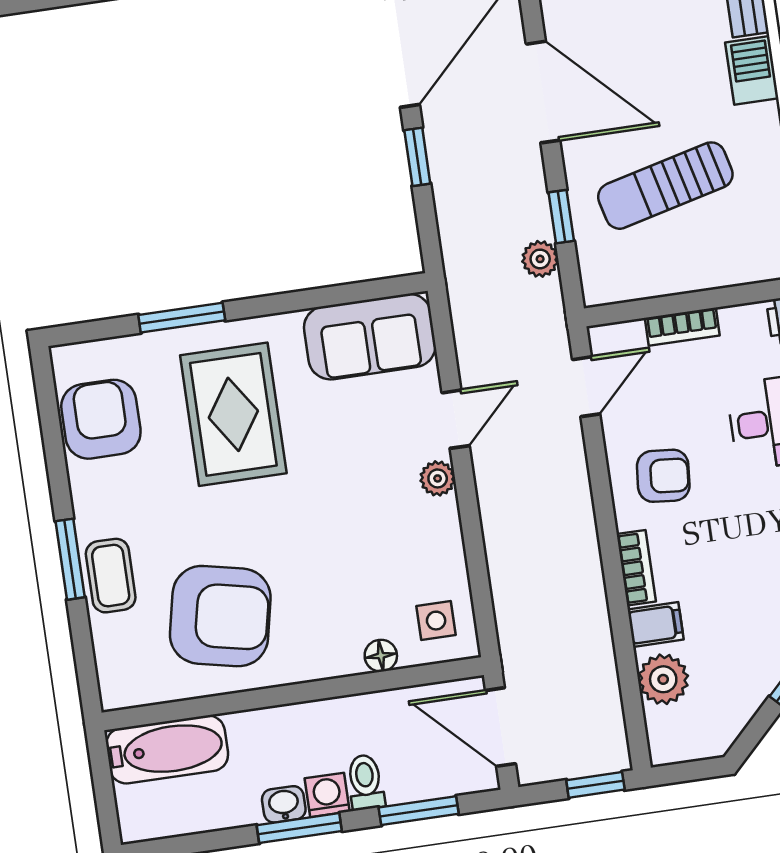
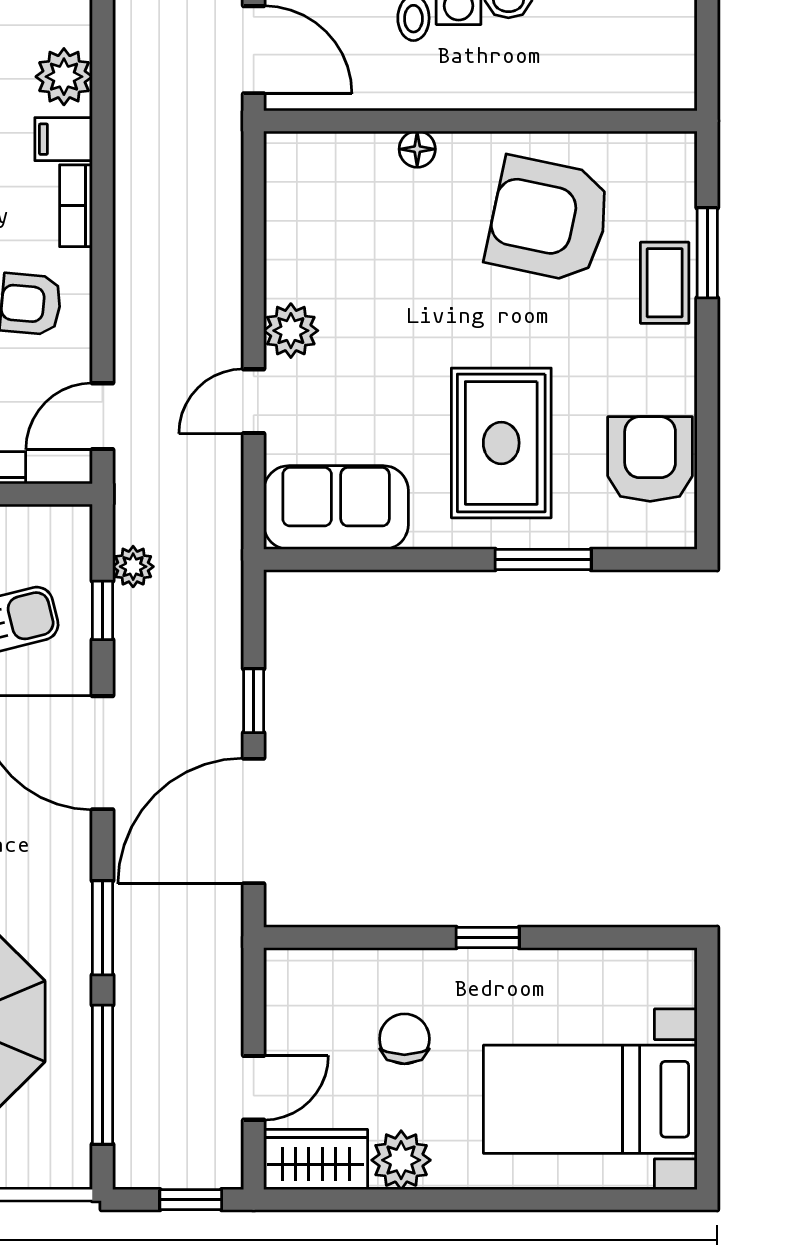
armchair: (101, 419) -> (650, 459), turned 180
plant: (438, 478) -> (291, 331), width x1.38, depth x1.38
window: (70, 559) -> (707, 253), moved
side table: (436, 621) -> (308, 179), removed
floor lamp: (381, 656) -> (417, 149), moved
bathtub: (167, 749) -> (630, 79), removed

